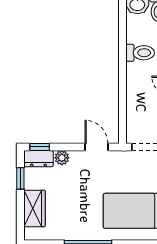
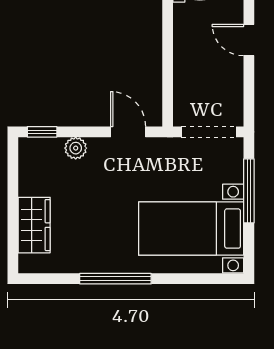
dresser: (39, 159) -> (40, 150), removed
window: (20, 178) -> (13, 179), removed

